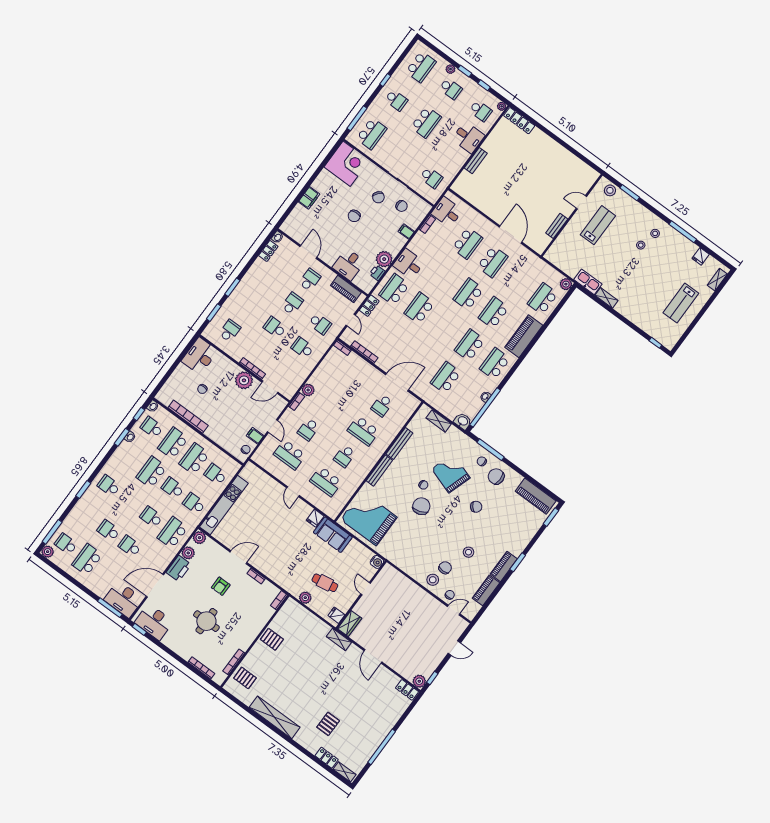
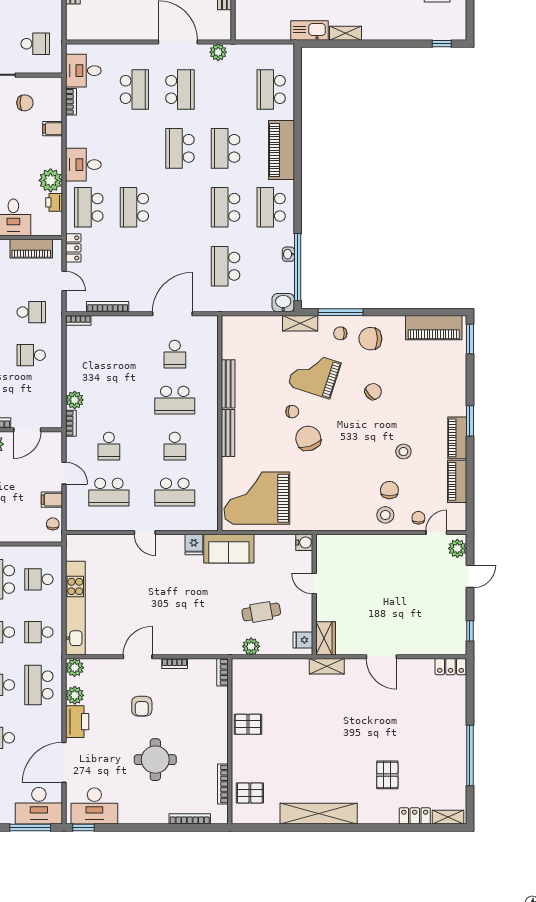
plant: (566, 284) -> (218, 52), moved
shelving: (439, 421) -> (300, 323), moved
plant: (419, 681) -> (457, 548), moved

